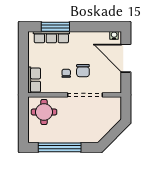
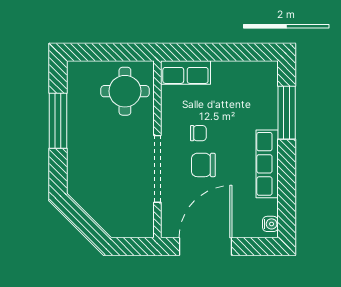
row of seats: (51, 37) -> (267, 164), moved
door: (126, 58) -> (206, 246), moved
window: (60, 147) -> (58, 121), width x0.68

